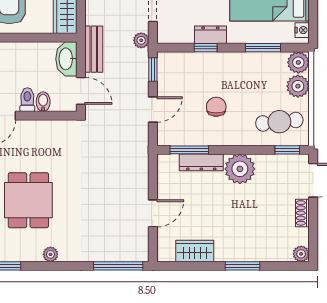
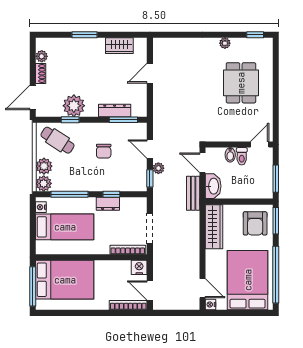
plant: (141, 40) -> (158, 168), moved
window: (263, 48) -> (69, 194), width x1.44
door: (153, 110) -> (150, 149), hinge flipped
cafe table: (279, 122) -> (58, 140), turned 39
window: (287, 150) -> (70, 120), moved
plant: (240, 169) -> (74, 106), moved
plant: (301, 254) -> (42, 56), moved
window: (118, 266) -> (175, 35), removed

